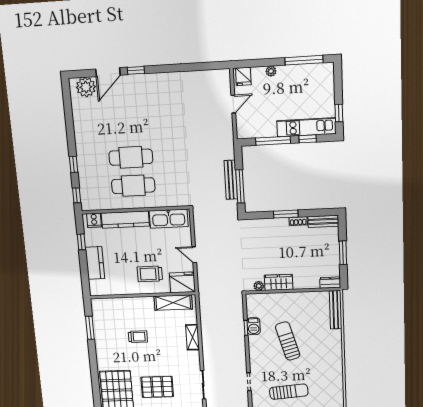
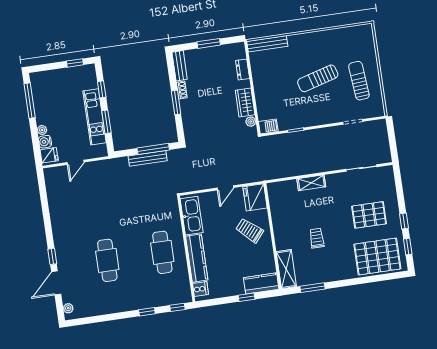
door: (108, 72) -> (56, 283), swing flipped
water cooler: (258, 73) -> (45, 142), added
plant: (86, 87) -> (68, 308), width x0.53, depth x0.53
door: (233, 104) -> (76, 162), swing flipped
kitchen unit: (306, 127) -> (95, 117), moved
window: (273, 141) -> (106, 122), width x0.69
cafe table: (131, 157) -> (107, 260), moved
window: (81, 242) -> (246, 297), moved
kitchen counter: (95, 263) -> (261, 283), moved
trolley: (150, 274) -> (250, 230), turned 131
dresser: (330, 283) -> (243, 69), moved
shelving: (173, 303) -> (286, 269), moved
barbecue: (254, 326) -> (268, 126), moved
sun lounger: (288, 341) -> (318, 78), moved
pallet: (157, 387) -> (369, 215), turned 90

